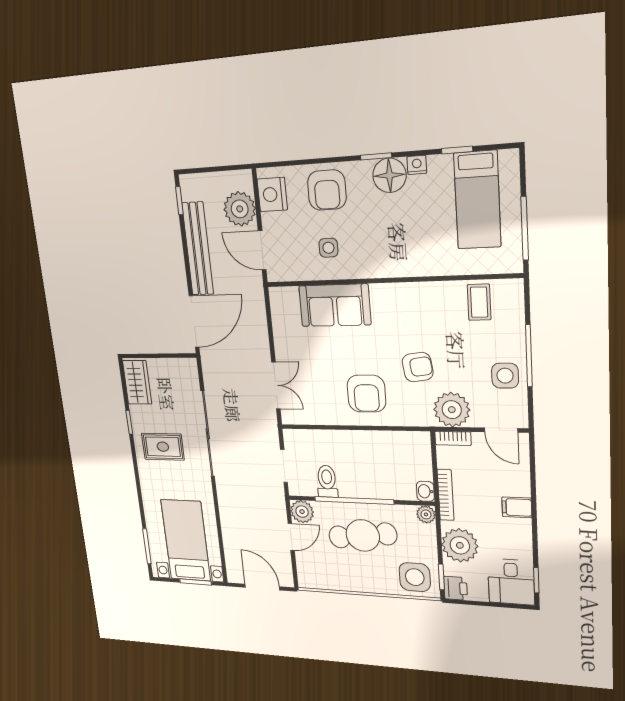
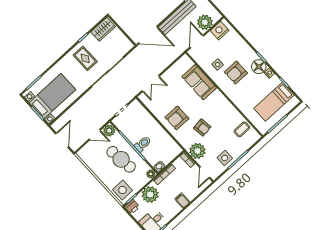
armchair: (327, 190) -> (236, 73), moved
toilet: (327, 481) -> (143, 144), moved

